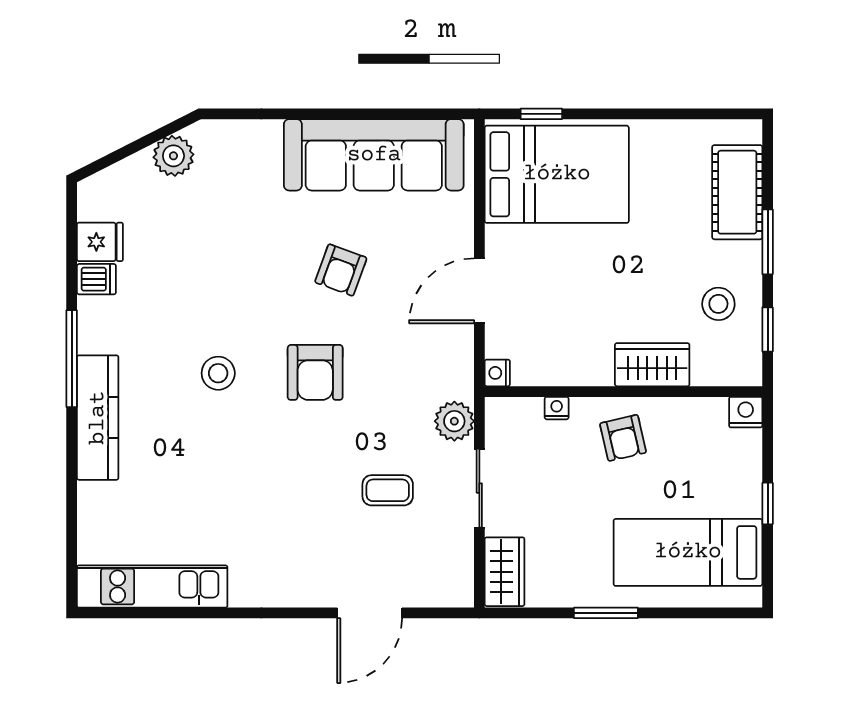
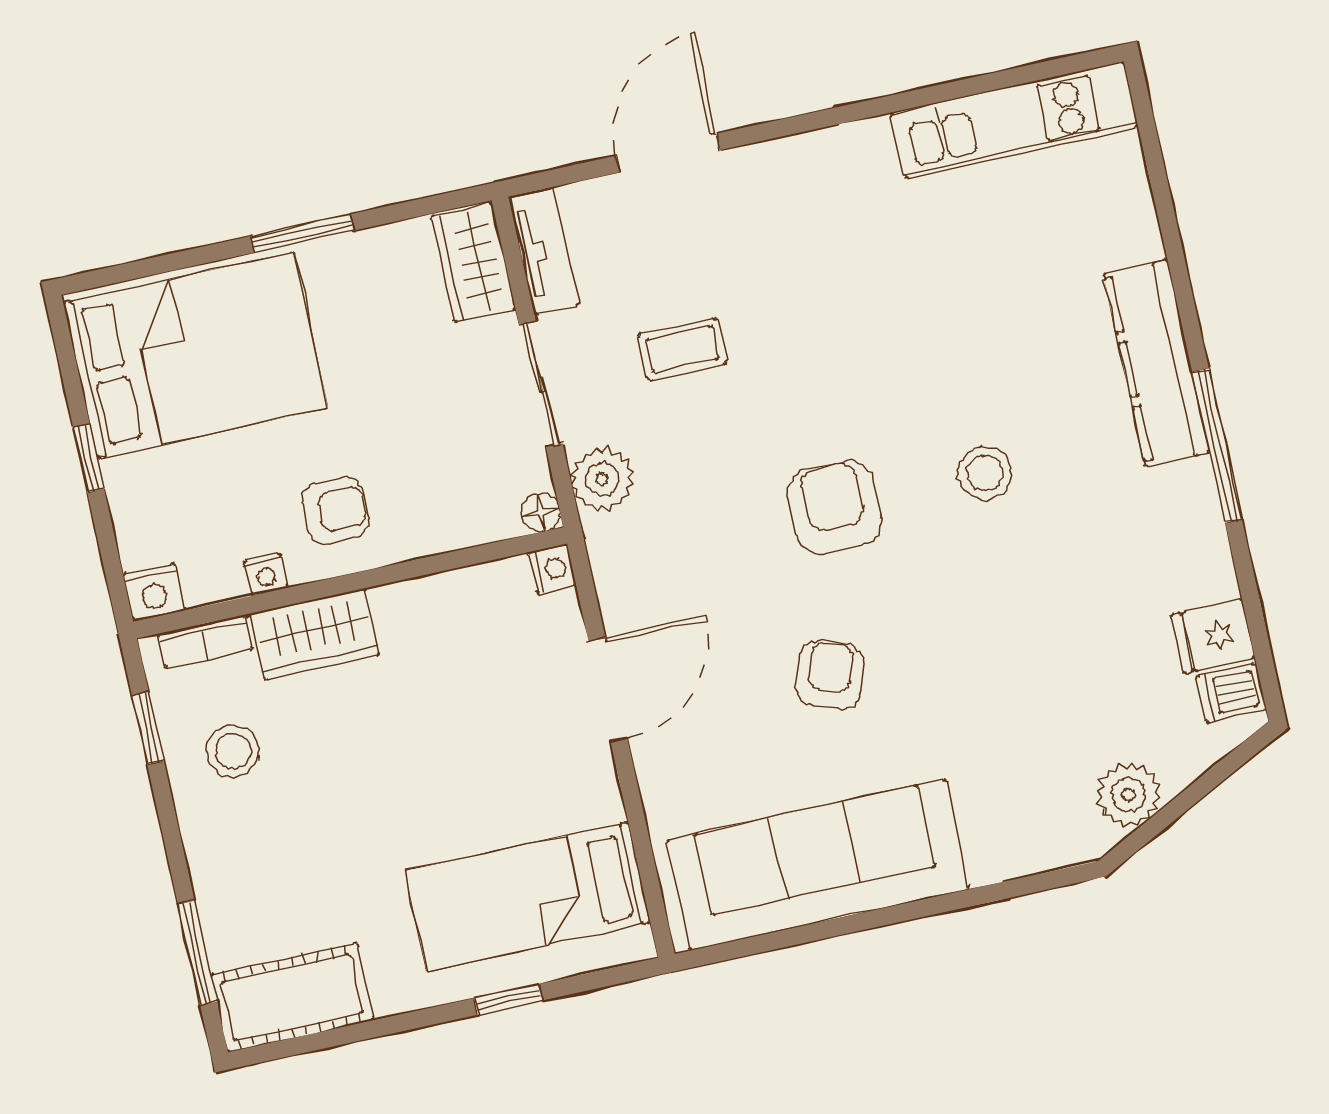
window: (541, 114) -> (508, 999), moved
bed: (557, 174) -> (528, 897), width x0.67
cot: (737, 192) -> (292, 998), moved, turned 90
window: (768, 242) -> (197, 953), moved
dishwasher: (96, 279) -> (1231, 693), moved
bookcase: (721, 375) -> (205, 642), added
nightstand: (557, 408) -> (266, 574), moved
floor lamp: (497, 409) -> (541, 513), added
armchair: (623, 438) -> (335, 511), turned 103
bed: (688, 552) -> (195, 355), width x1.50
tv unit: (460, 570) -> (544, 251), added

